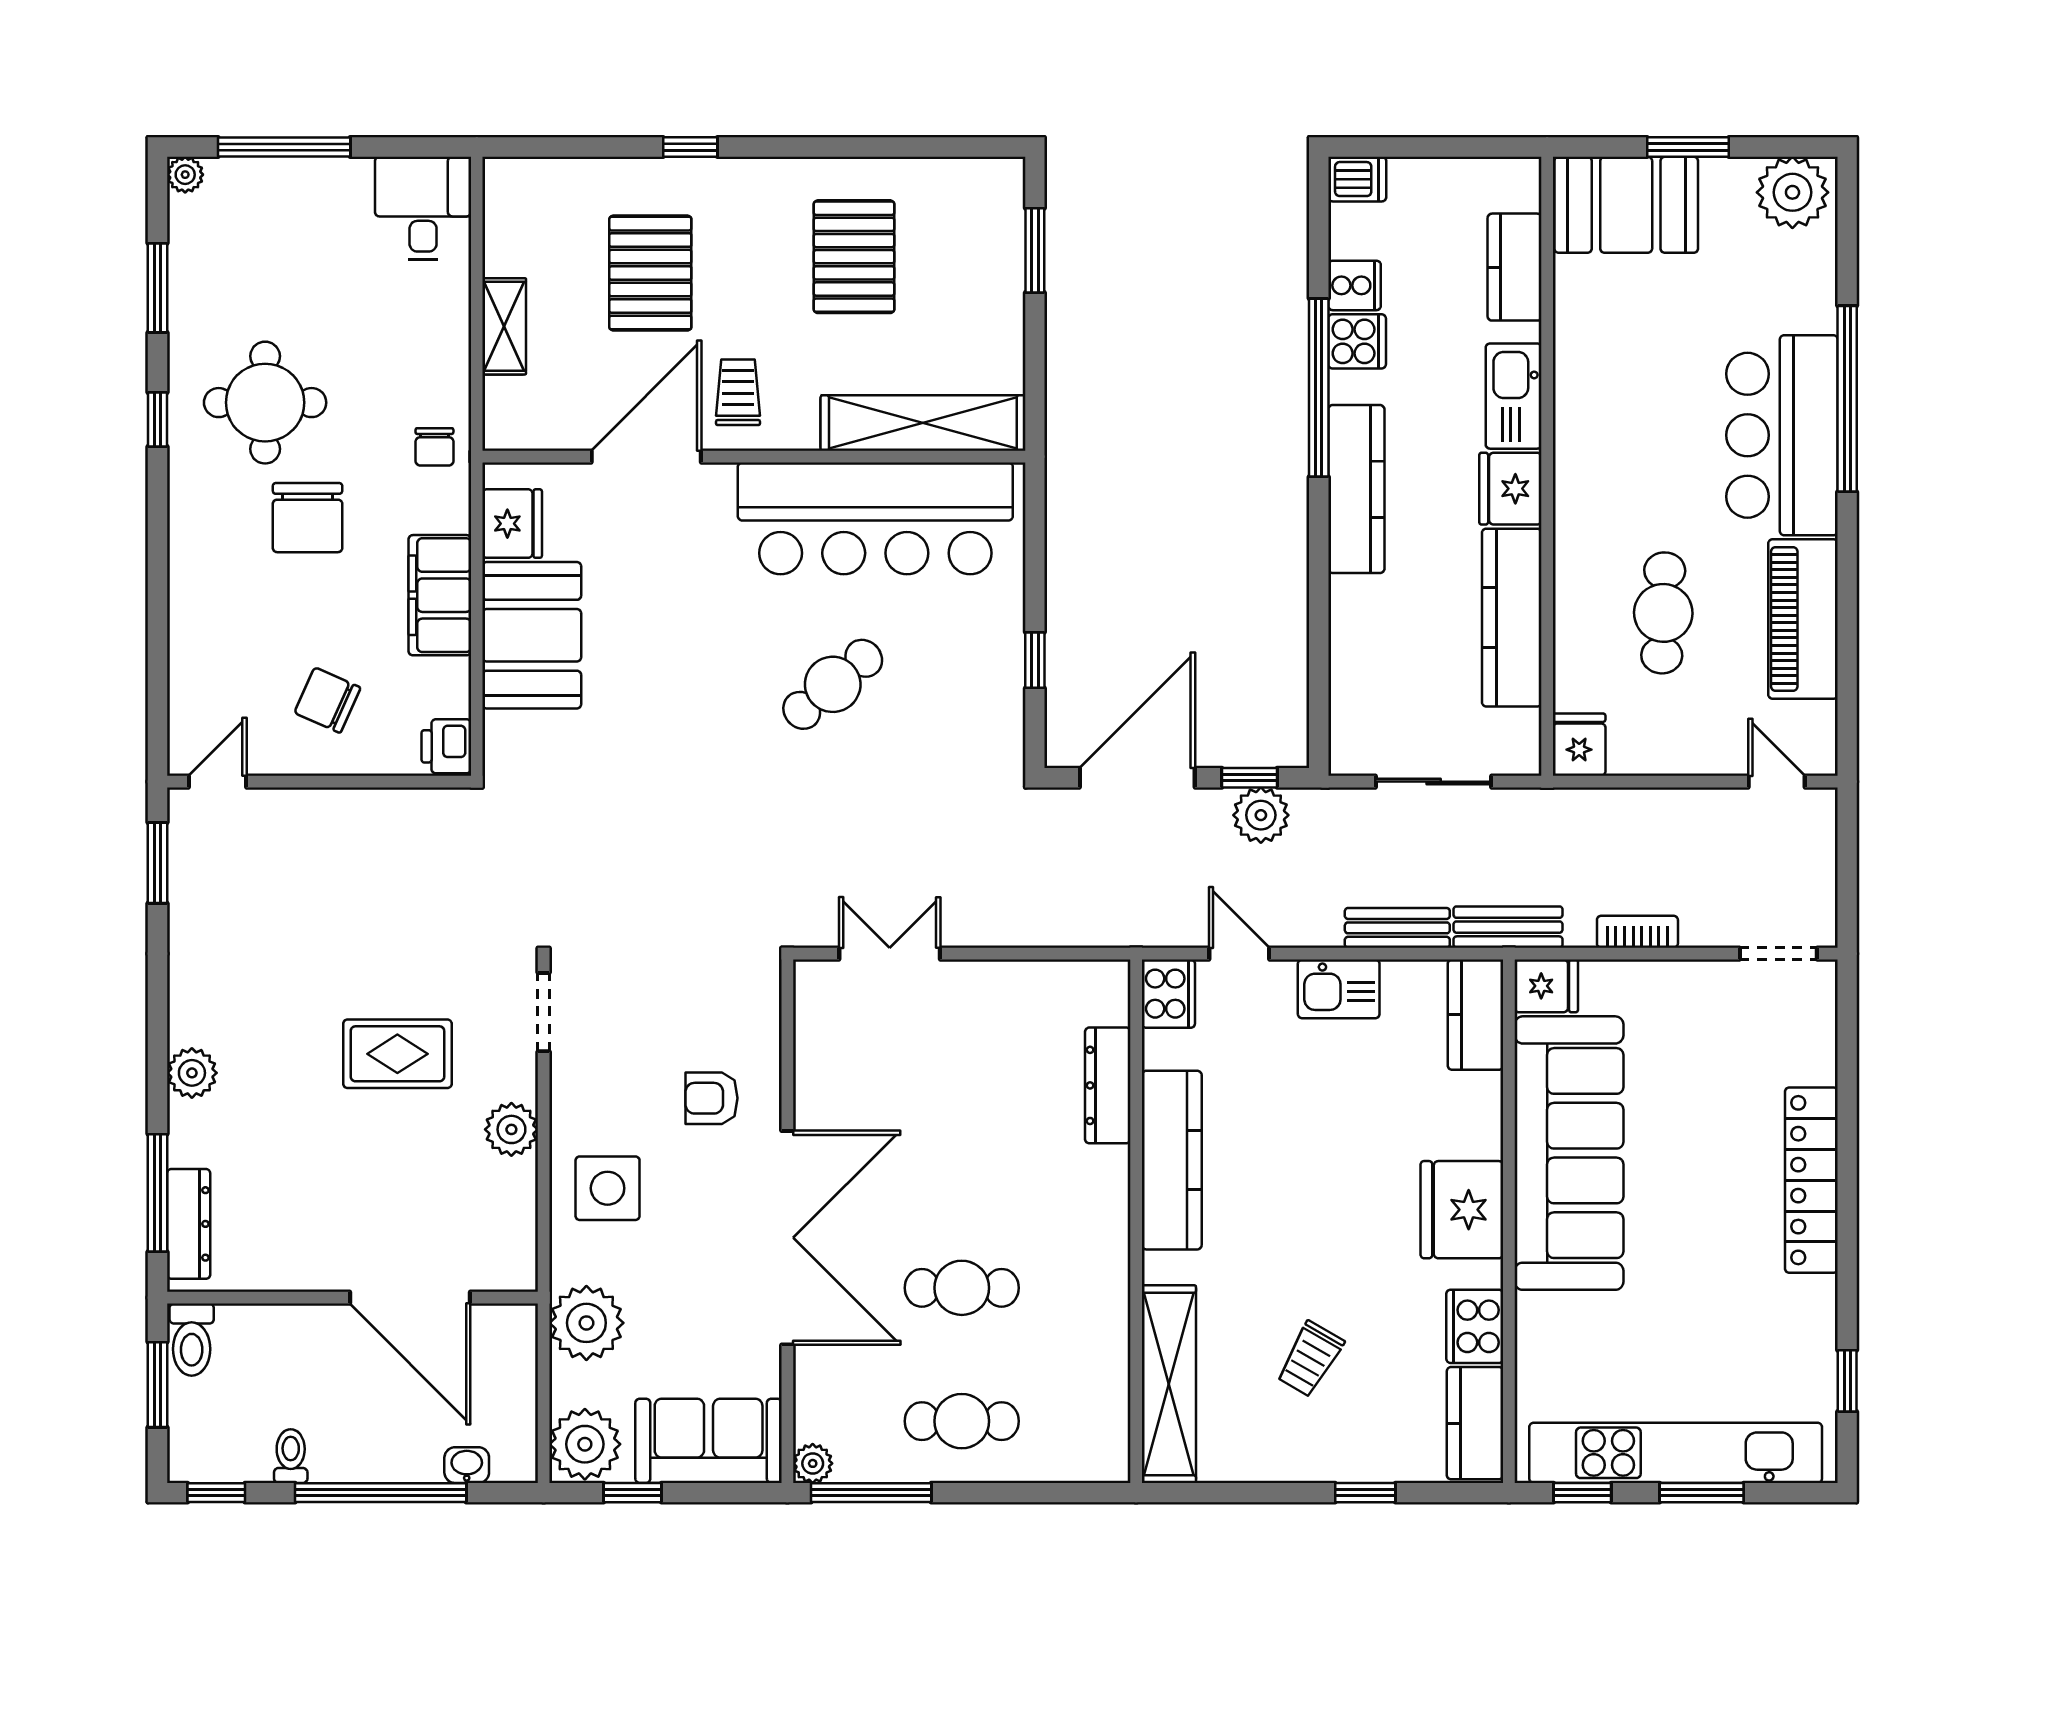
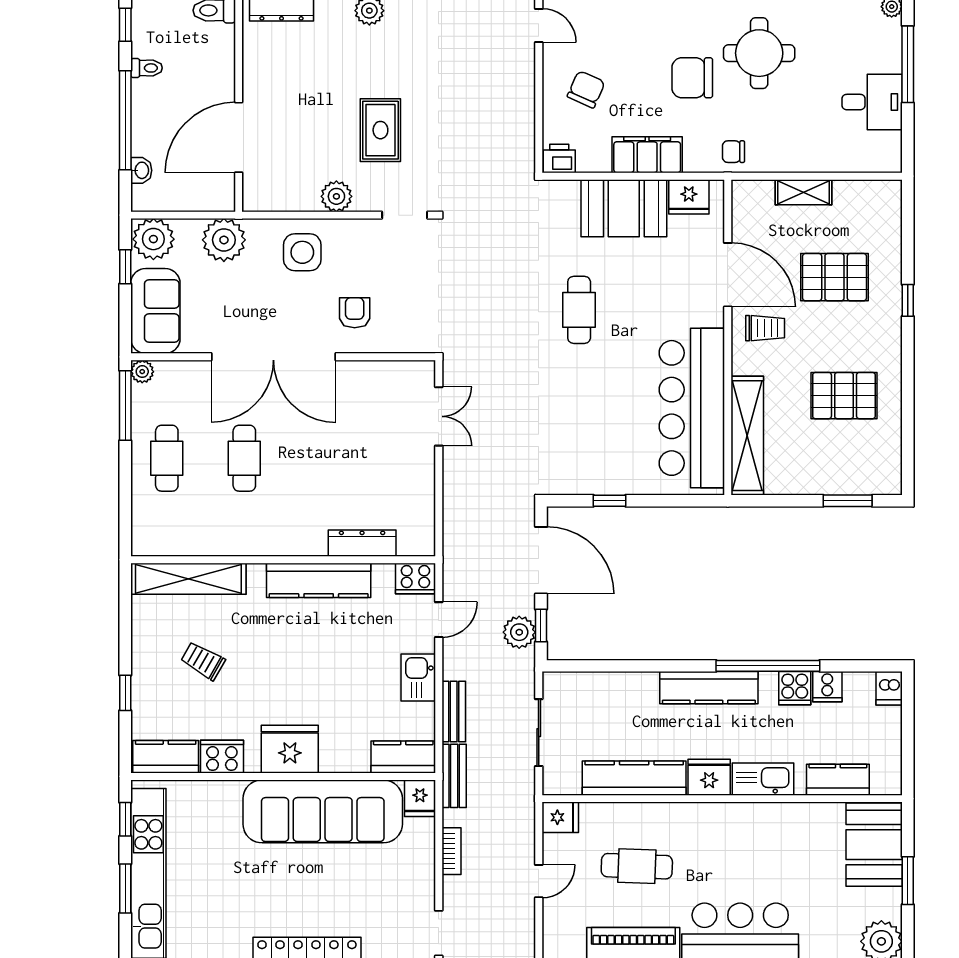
desk: (423, 208) -> (872, 102), moved
cafe table: (833, 684) -> (579, 310), moved, turned 40
door: (1777, 782) -> (539, 881), moved

